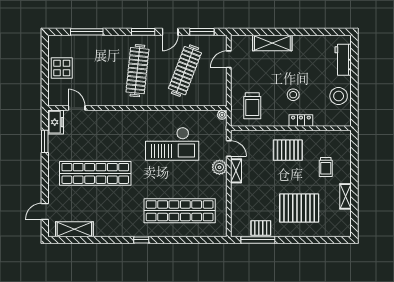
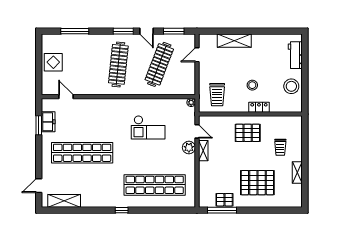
door: (170, 32) -> (146, 31), hinge flipped
freezer: (56, 122) -> (48, 122), moved
checkout: (172, 144) -> (148, 127), width x0.73, depth x0.83

